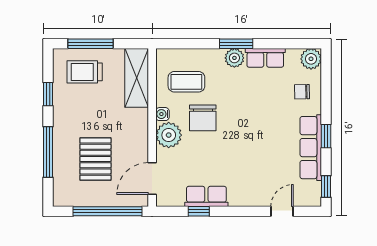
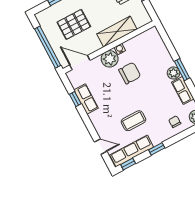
shelving: (137, 78) -> (117, 32), moved
coffee table: (186, 82) -> (133, 121), moved, turned 90
chair: (203, 118) -> (130, 73), turned 180
row of seats: (311, 148) -> (132, 151), moved

